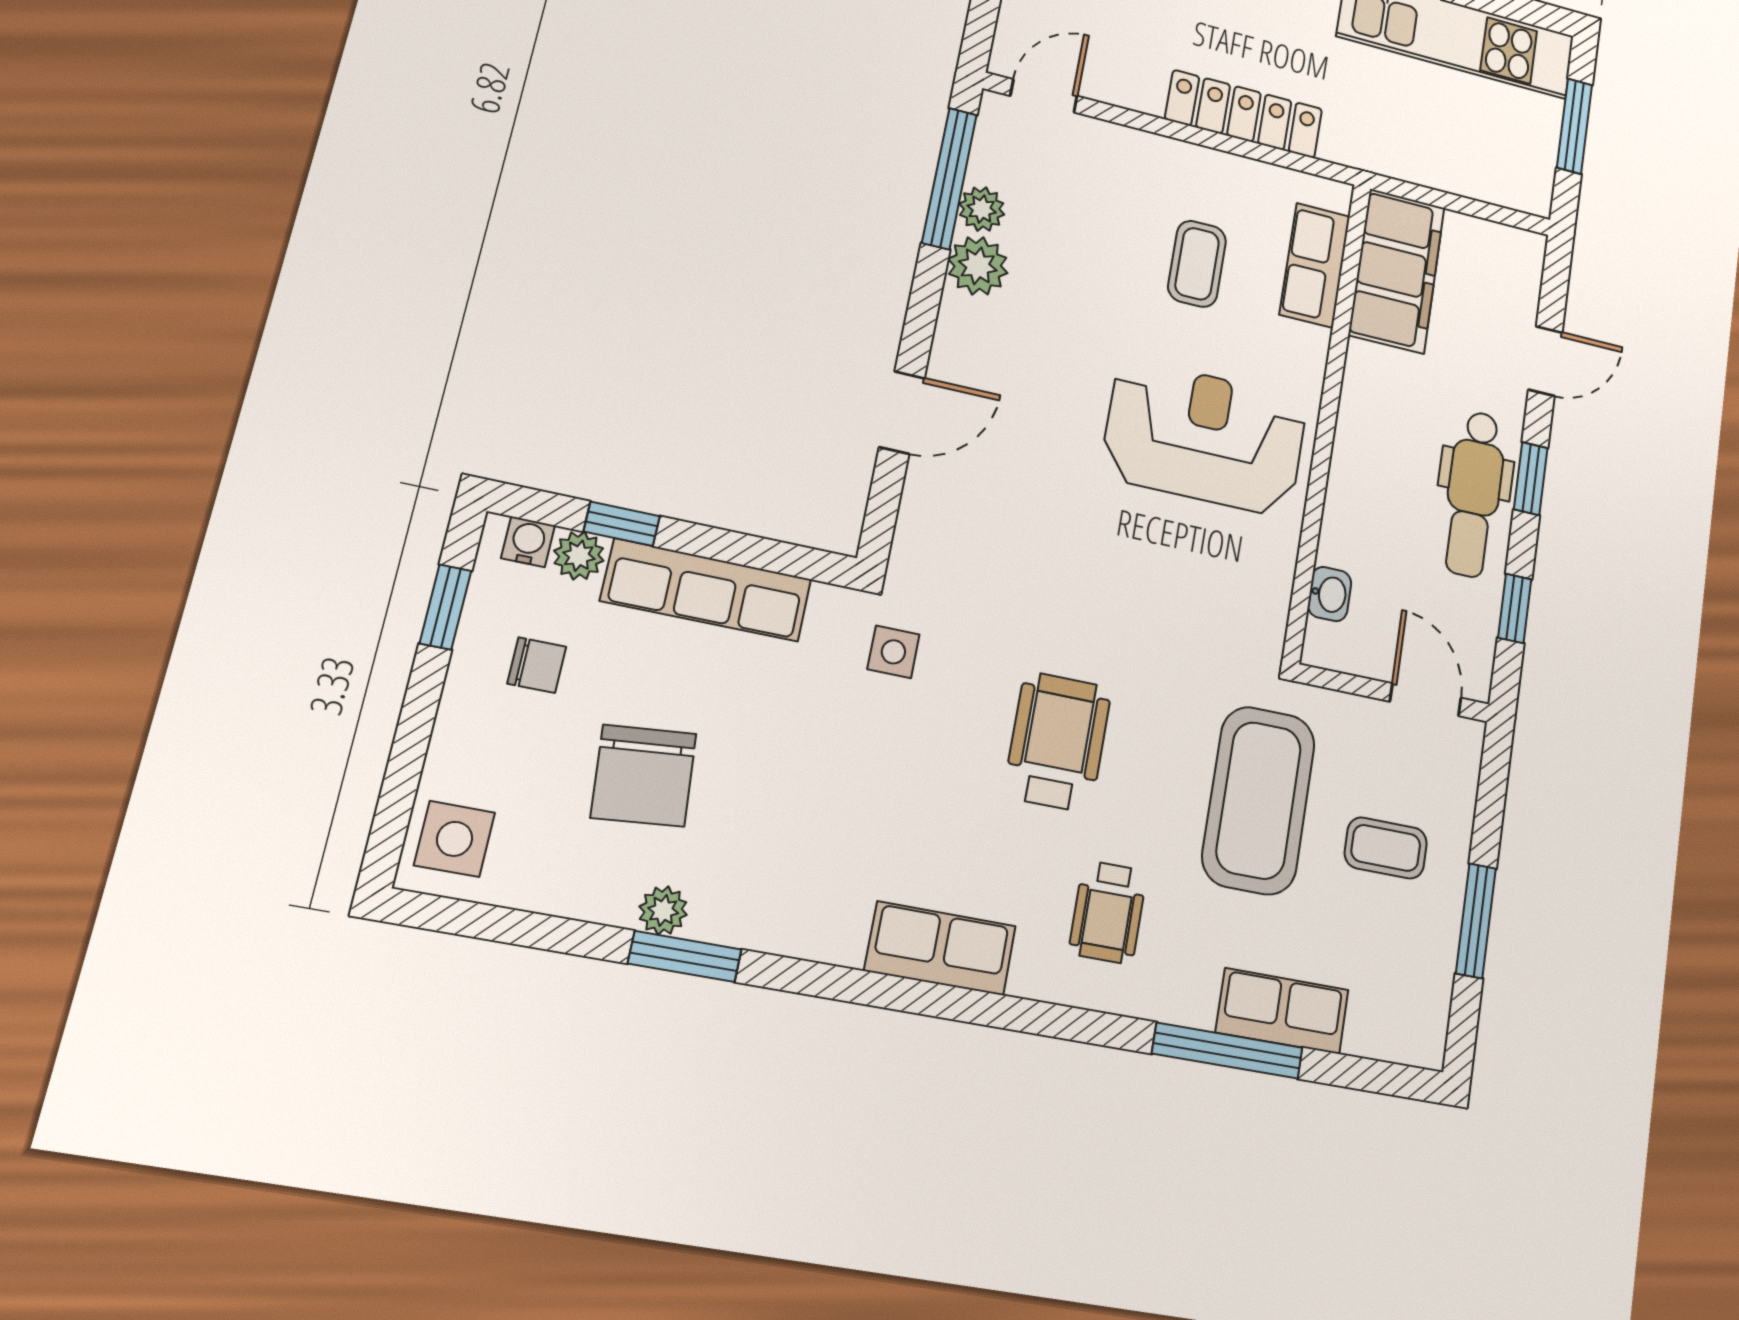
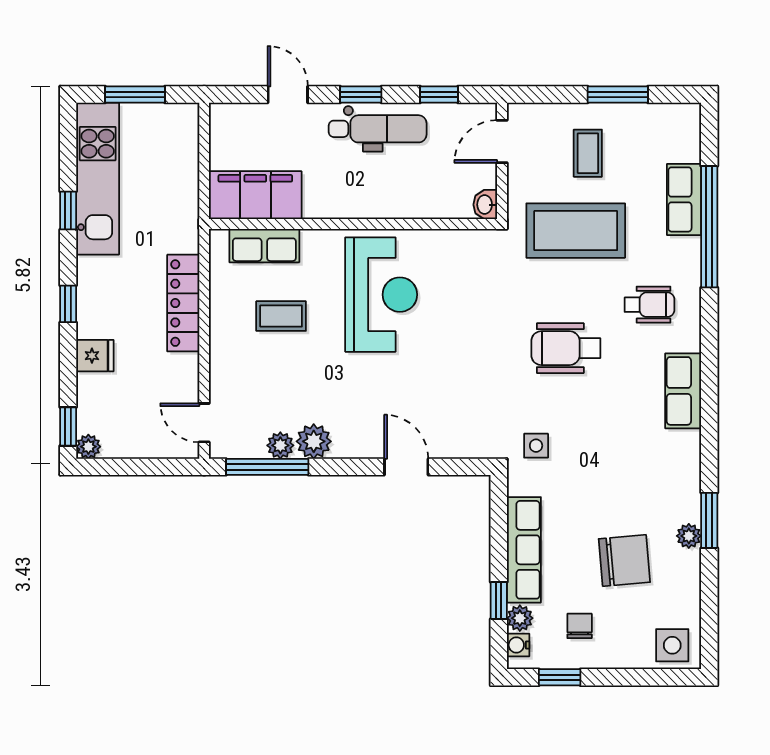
reception desk: (1205, 437) -> (381, 295), turned 180
washbasin: (1329, 594) -> (485, 205), moved, turned -90
window: (1228, 1051) -> (709, 227), width x1.46

